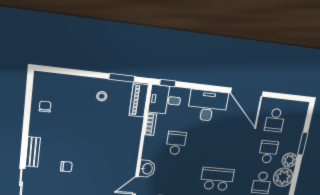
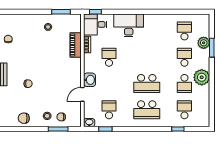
door: (247, 92) -> (157, 12), removed
piano: (139, 100) -> (76, 45), moved
school desk: (275, 120) -> (184, 31), turned 180
plant: (289, 160) -> (204, 43), moved
school desk: (217, 179) -> (147, 83), turned 180

